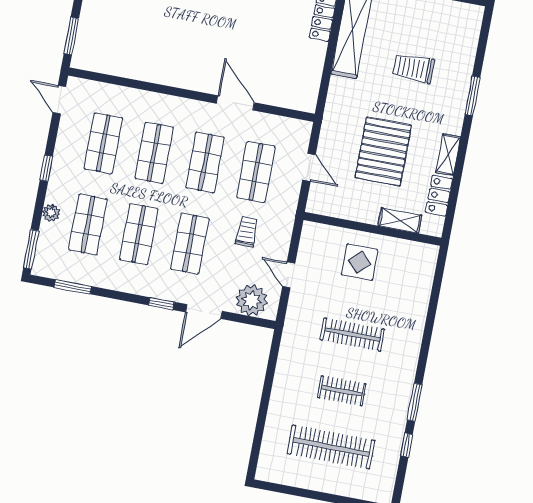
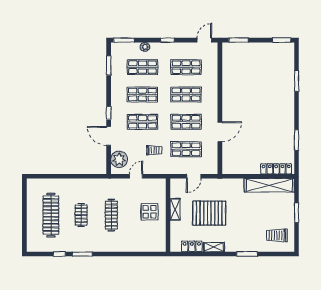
trolley: (413, 68) -> (277, 235), moved, turned -90
shelving: (400, 220) -> (175, 209), moved

